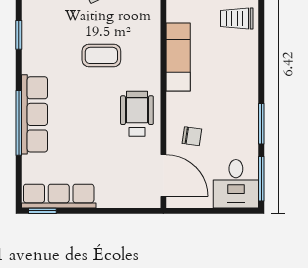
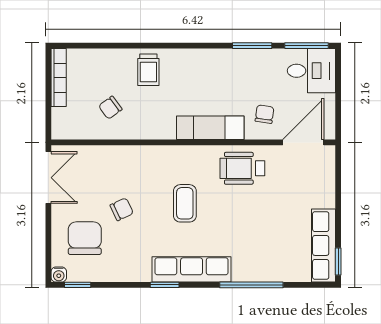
exam couch: (178, 57) -> (210, 128), moved
row of seats: (34, 114) -> (192, 269), moved

